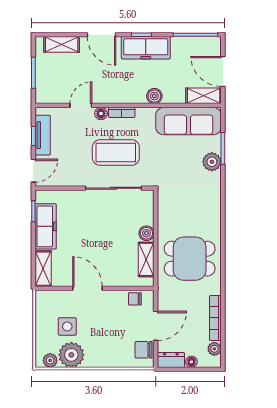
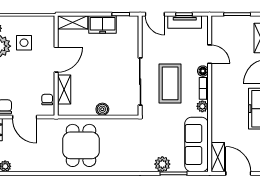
door: (223, 71) -> (238, 173), hinge flipped
boiler: (154, 96) -> (218, 116), removed
plant: (143, 114) -> (202, 106), added
freezer: (46, 226) -> (103, 24), width x0.71
shelving: (146, 259) -> (64, 90), moved, turned 90
bookcase: (215, 318) -> (31, 167), removed

